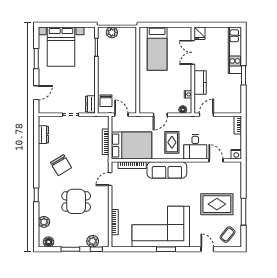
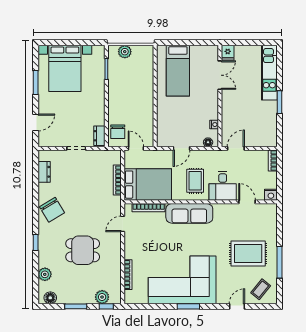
double door: (193, 52) -> (220, 75), swing flipped
kitchen counter: (200, 82) -> (228, 110), removed
chair: (61, 165) -> (52, 210), moved
door: (207, 249) -> (237, 306), hinge flipped

